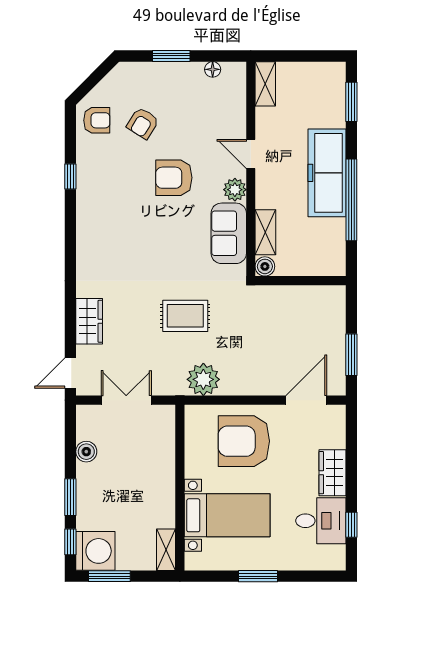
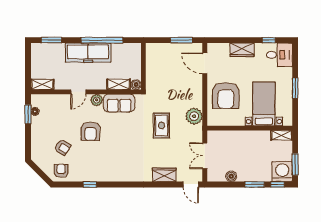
window: (171, 56) -> (28, 114), moved
desk: (321, 521) -> (279, 55), moved, turned 90

